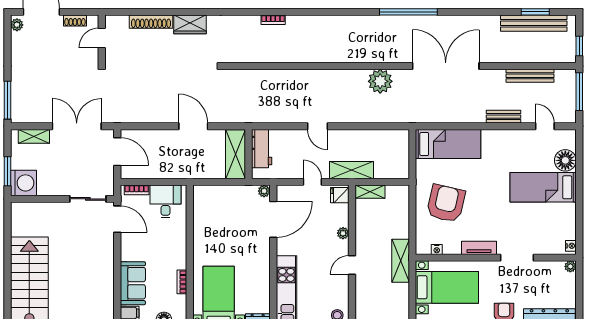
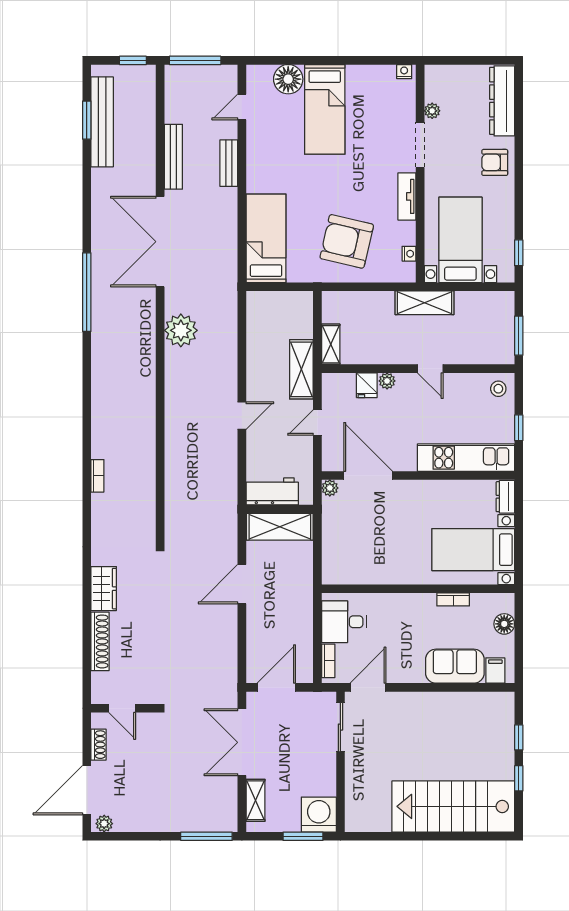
bench: (530, 76) -> (173, 157), moved
fridge: (340, 195) -> (367, 385), moved
plant: (570, 266) -> (432, 111), moved

